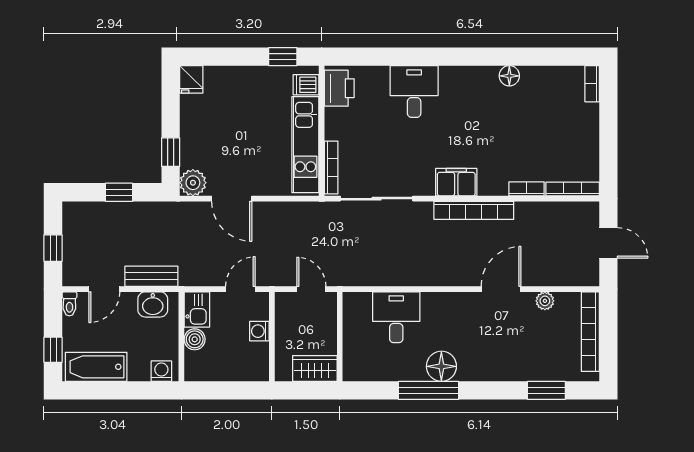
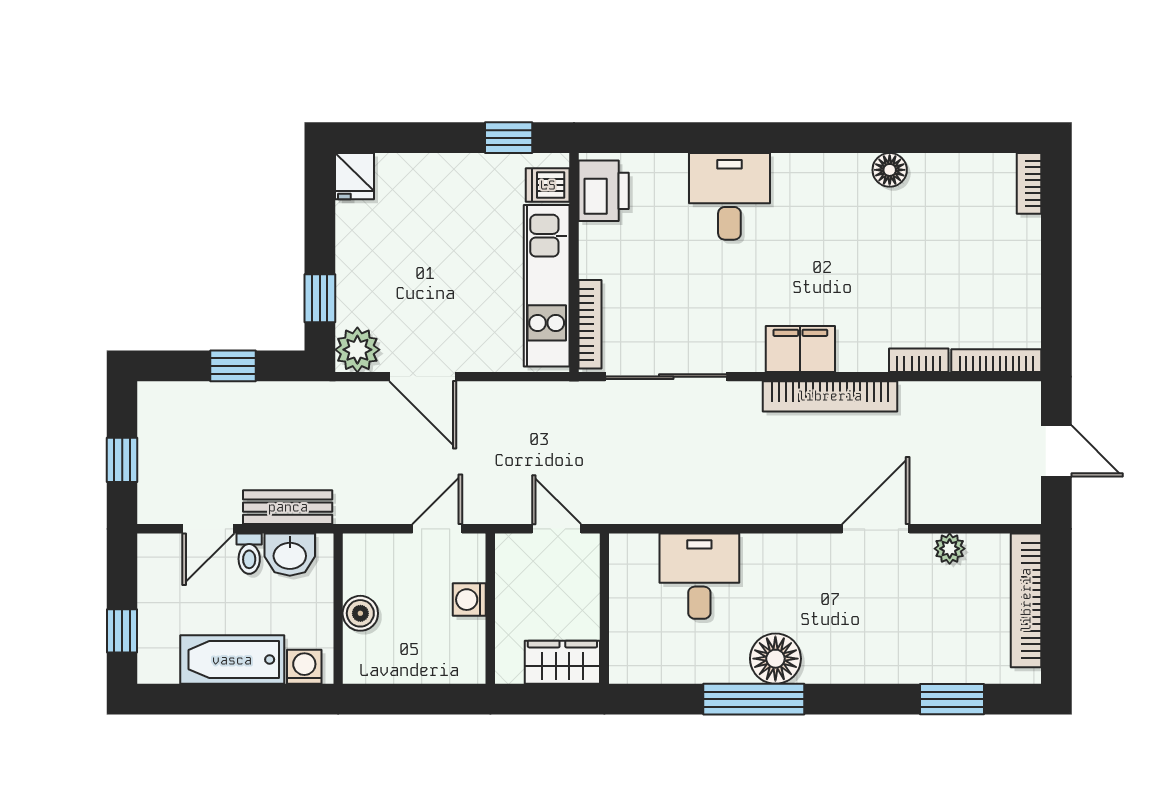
toilet: (69, 304) -> (249, 554), moved
kitchen sink: (197, 309) -> (364, 563), removed
bathtub: (96, 367) -> (232, 660), moved

